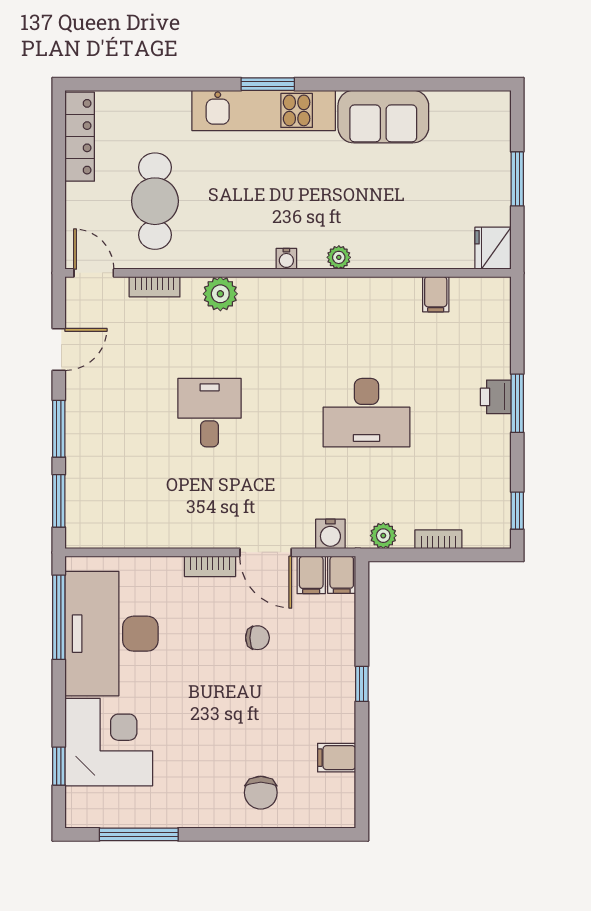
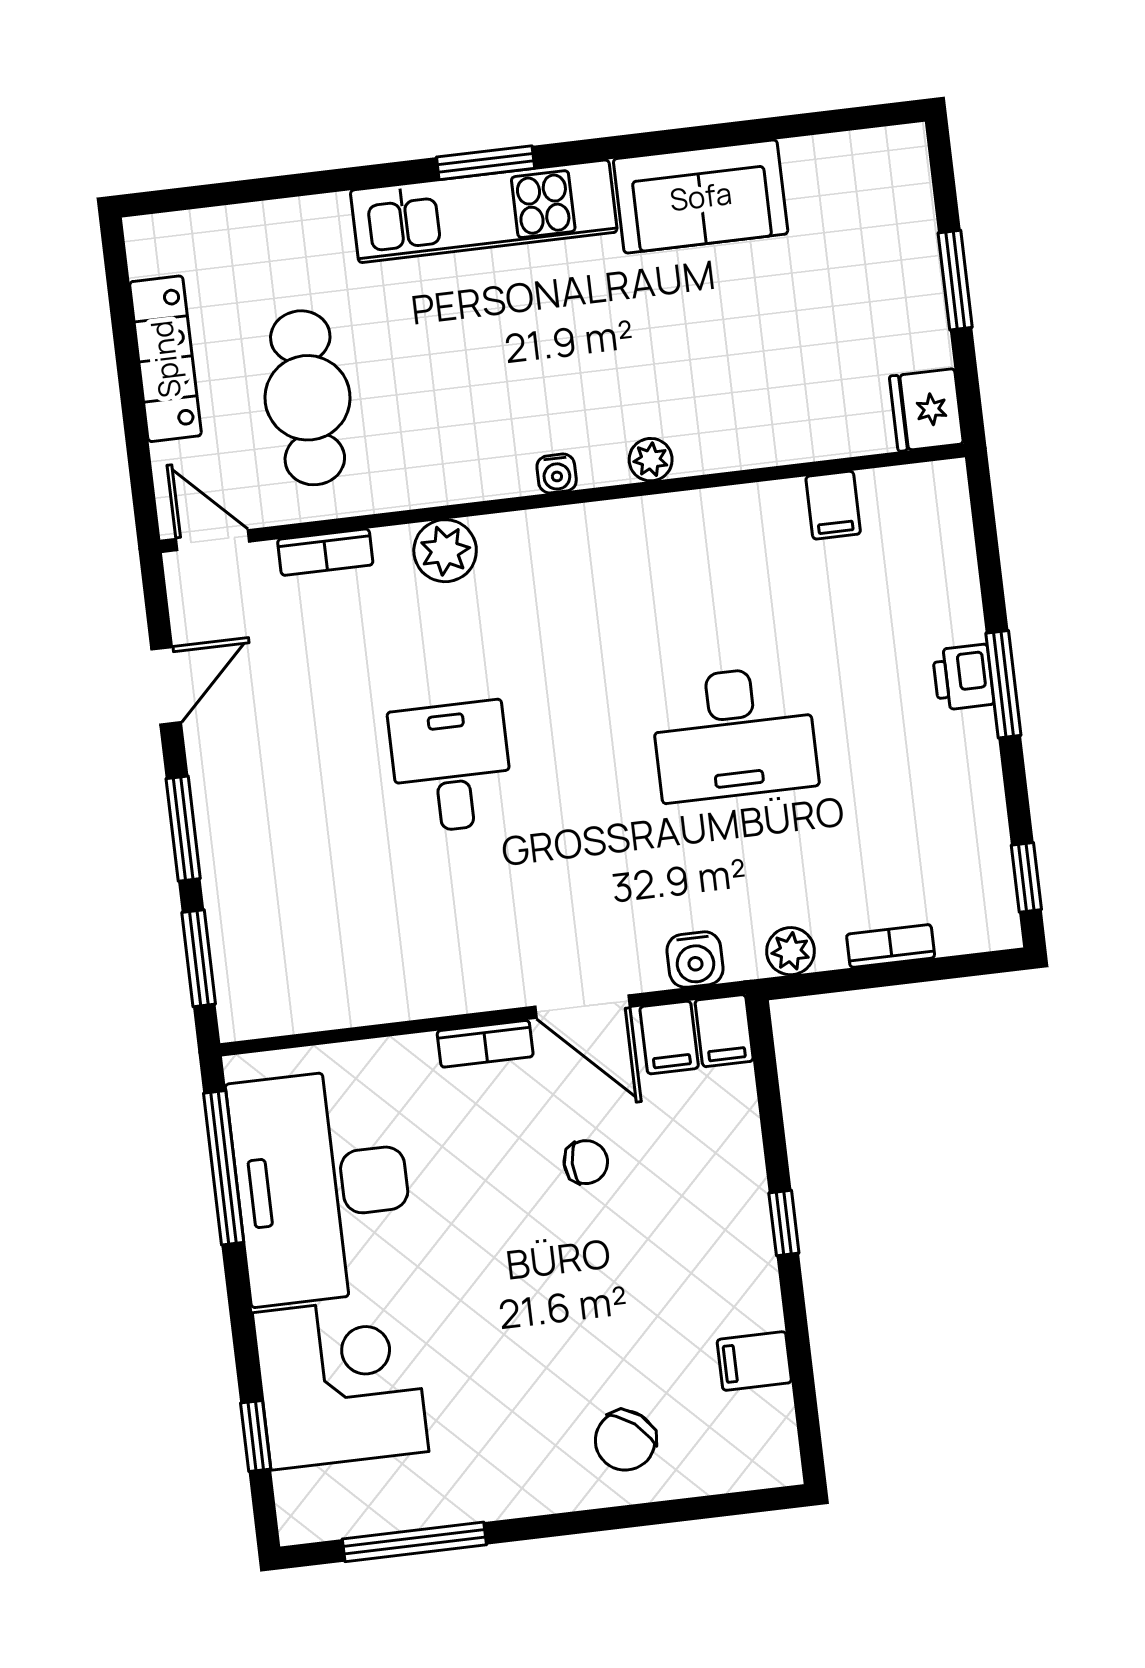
locker: (80, 137) -> (165, 359), moved
chair: (261, 793) -> (625, 1440), turned 39

